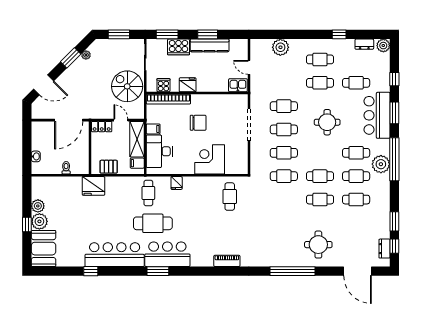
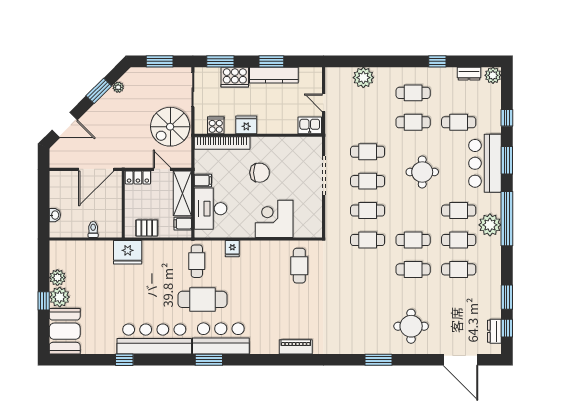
spiral stairs: (127, 86) -> (170, 127), turned -90
window: (293, 271) -> (379, 360), width x0.47

